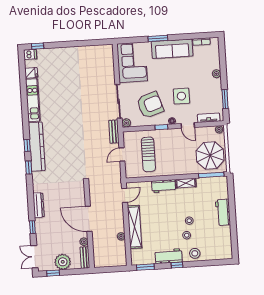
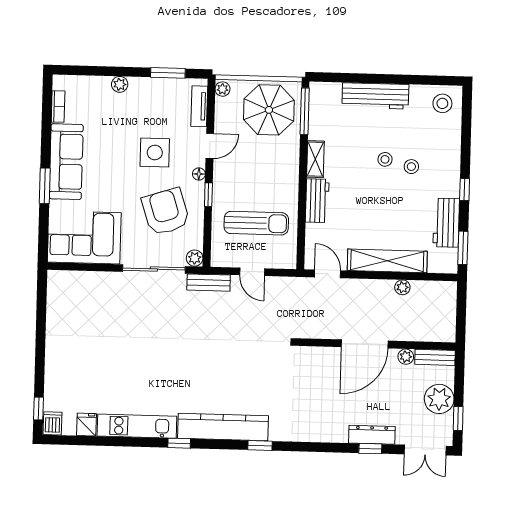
window: (27, 145) -> (179, 443), moved
dresser: (39, 205) -> (372, 435), moved
workbench: (223, 212) -> (375, 96), width x1.38
stool: (195, 253) -> (442, 103), moved
workbench: (169, 256) -> (446, 223), moved

